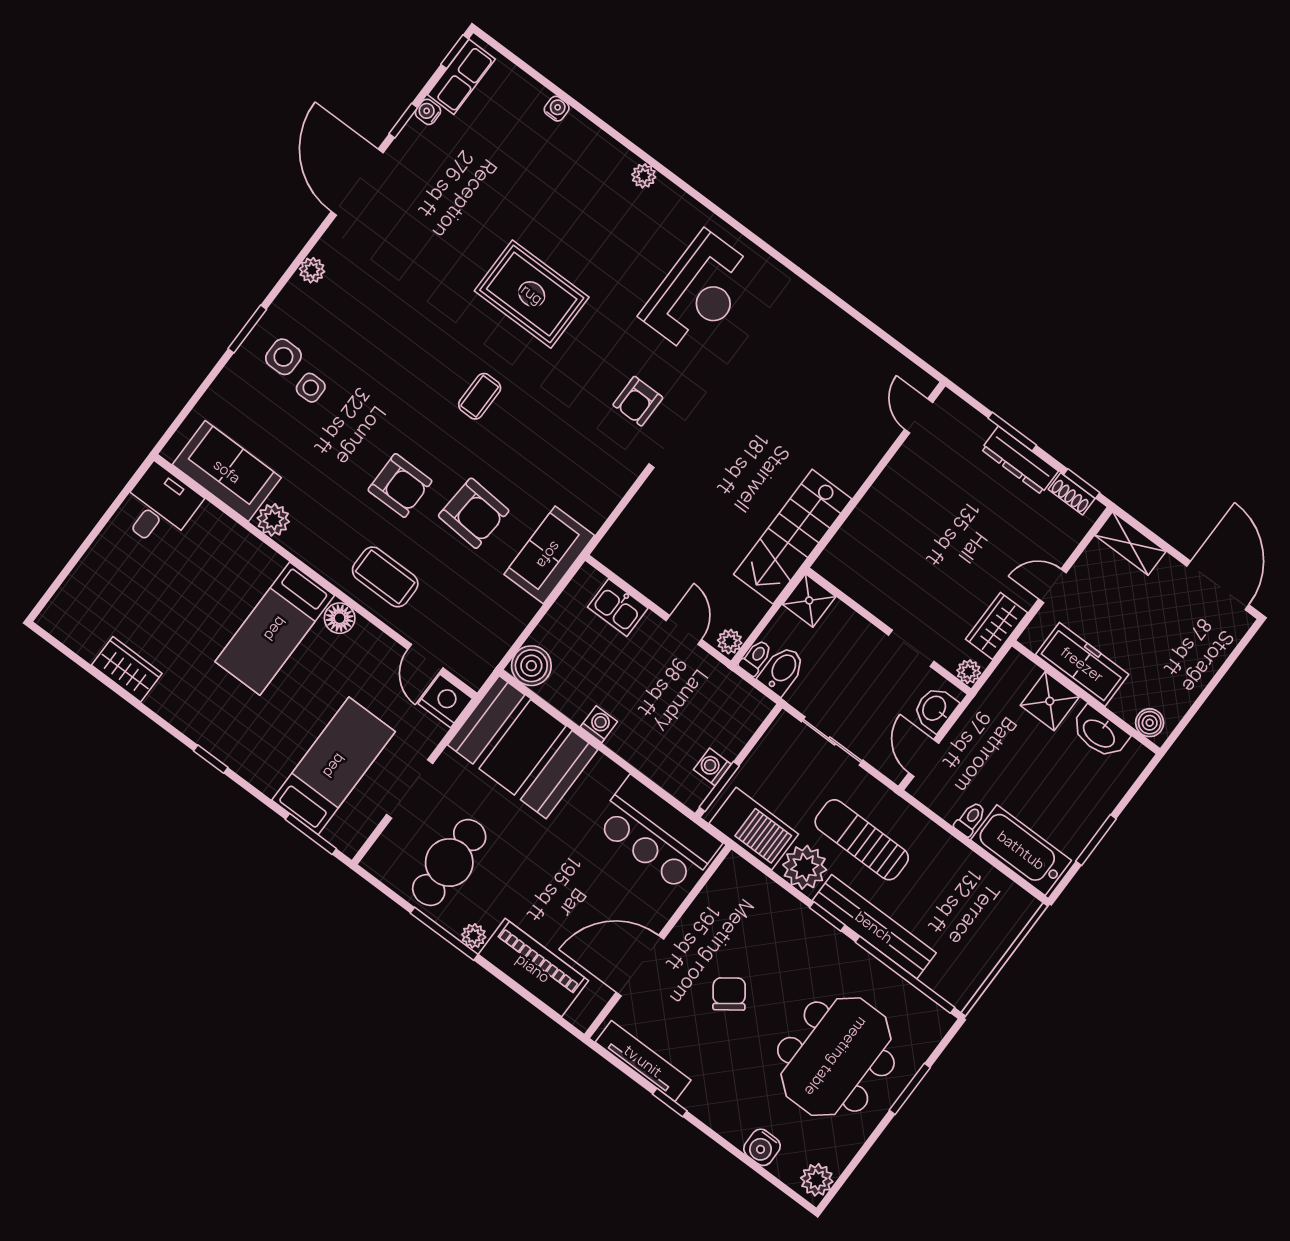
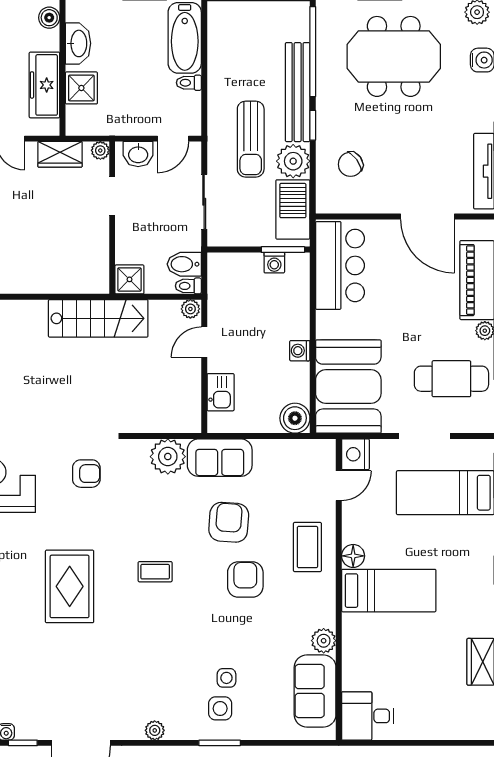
plant: (591, 501) -> (168, 457), added
chair: (729, 994) -> (350, 164), moved

